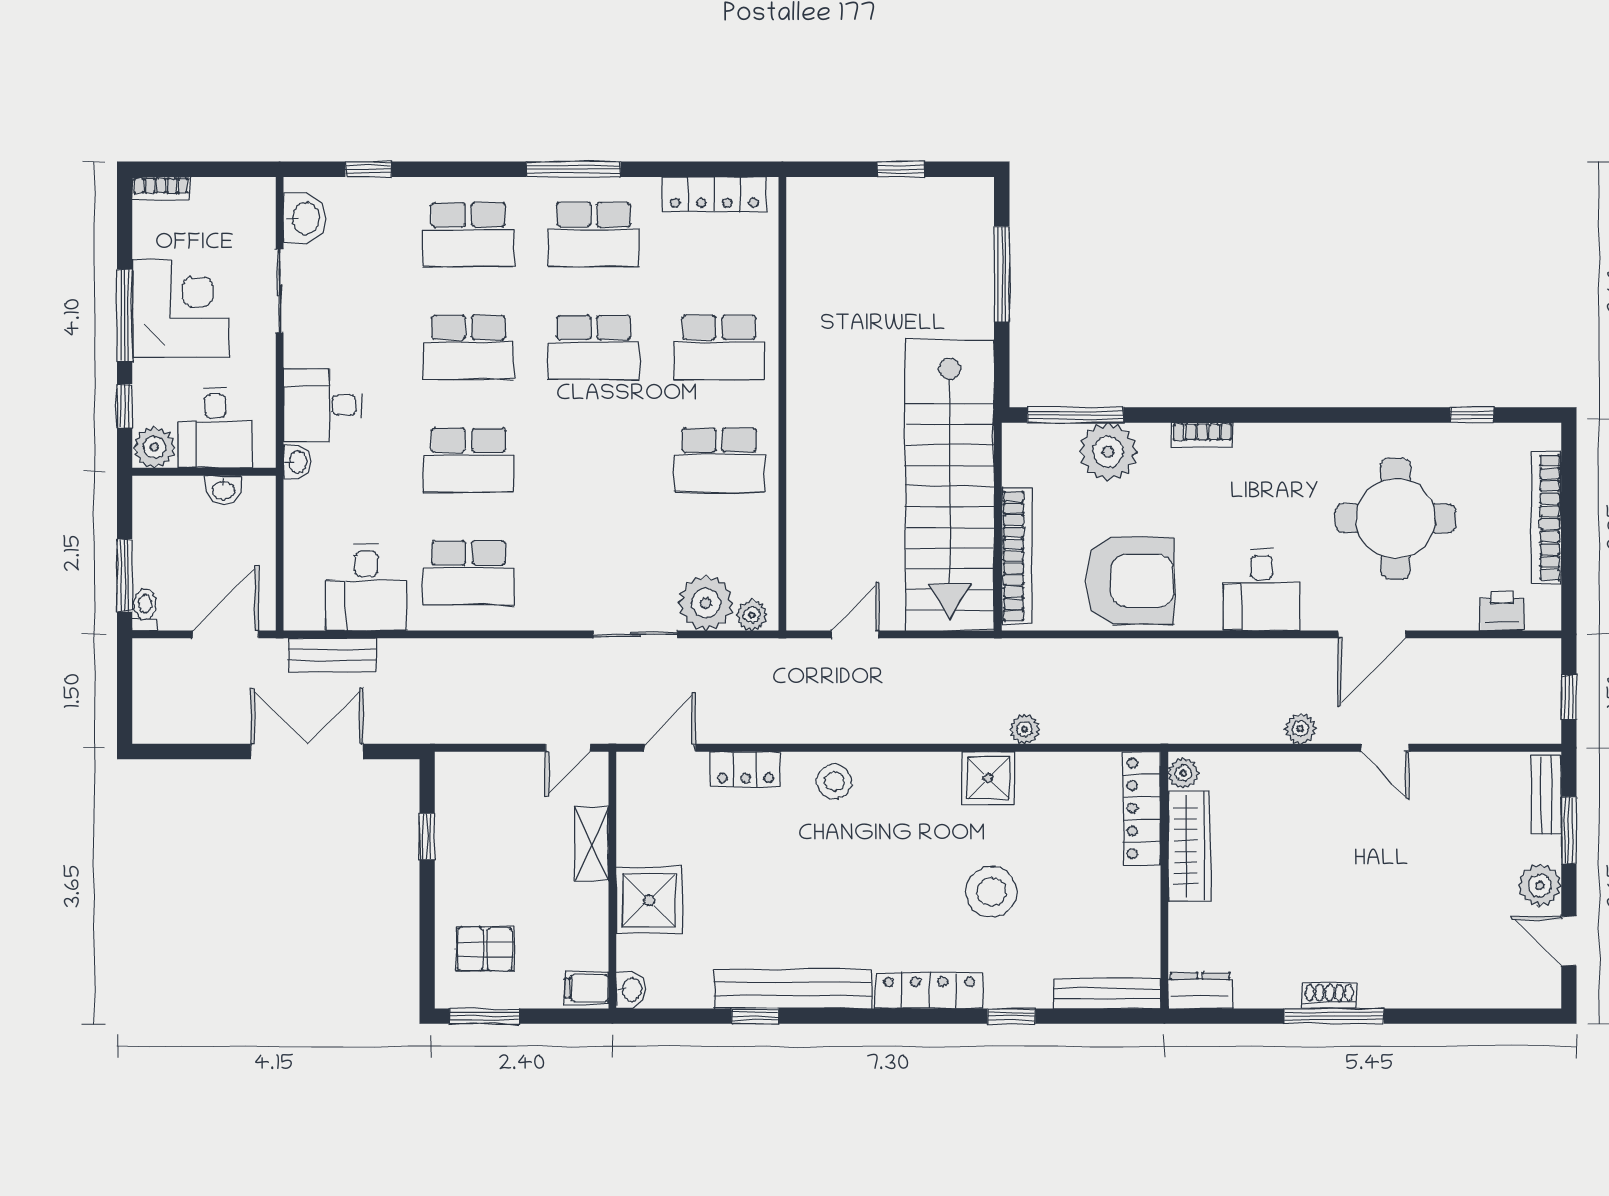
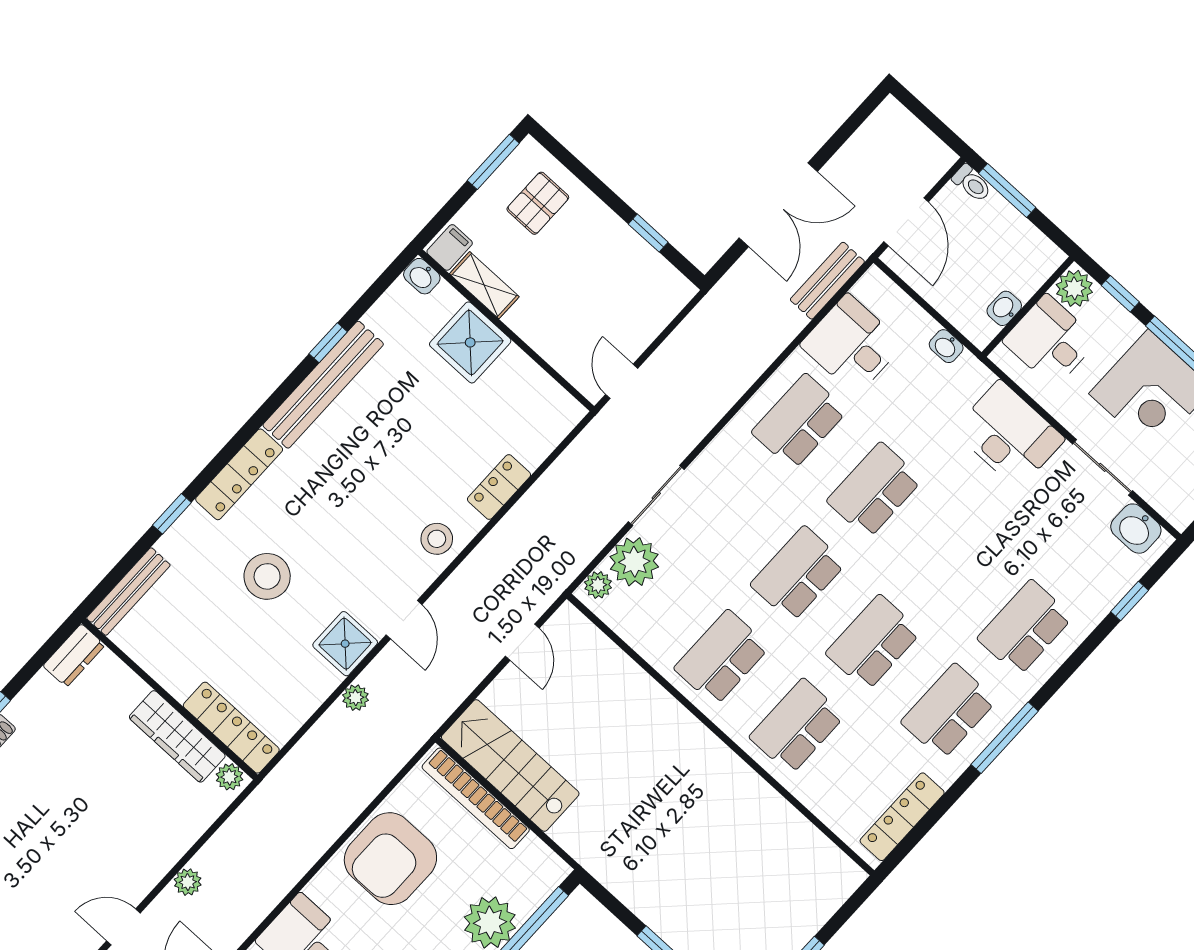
school desk: (468, 347) -> (798, 574), moved
desk: (323, 405) -> (1009, 435), width x1.37
washbasin: (297, 462) -> (946, 346), moved
stairs: (950, 485) -> (510, 765), width x0.54, depth x0.66
door: (670, 748) -> (404, 620), moved
shelving: (592, 844) -> (484, 285), moved

